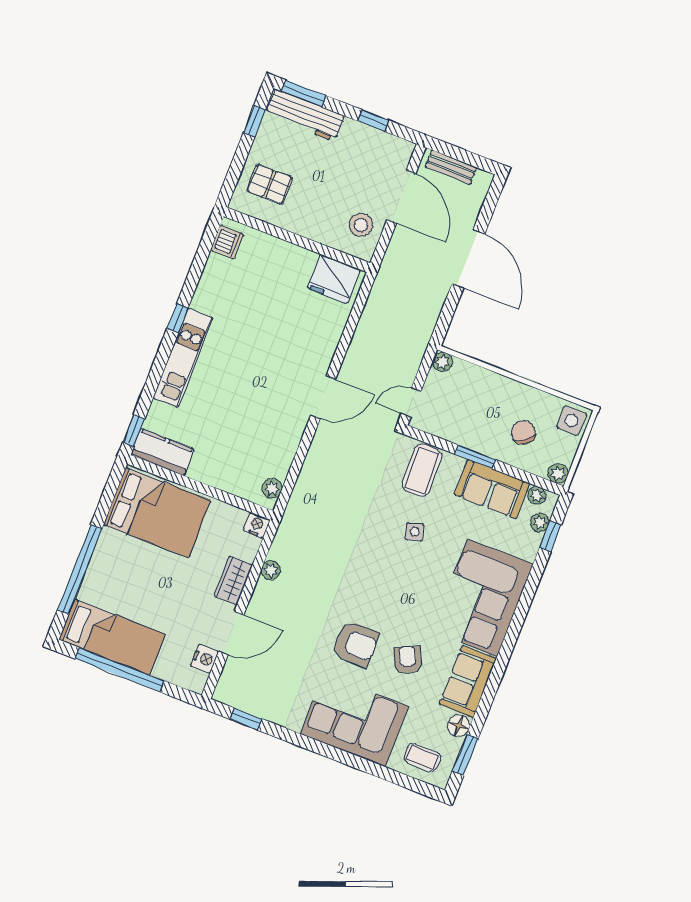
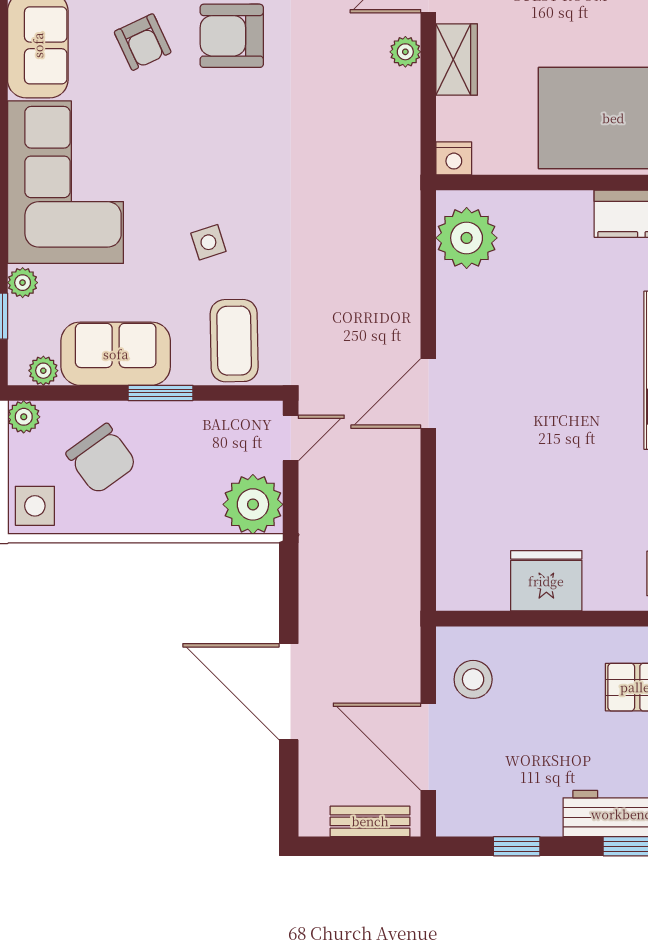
fridge: (334, 279) -> (546, 581), moved
plant: (442, 362) -> (253, 504), width x1.87, depth x1.87
chair: (523, 432) -> (101, 459), width x1.37, depth x1.37
plant: (272, 488) -> (467, 238), width x1.88, depth x1.88
plant: (540, 522) -> (23, 283), moved
plant: (271, 570) -> (405, 52), moved

